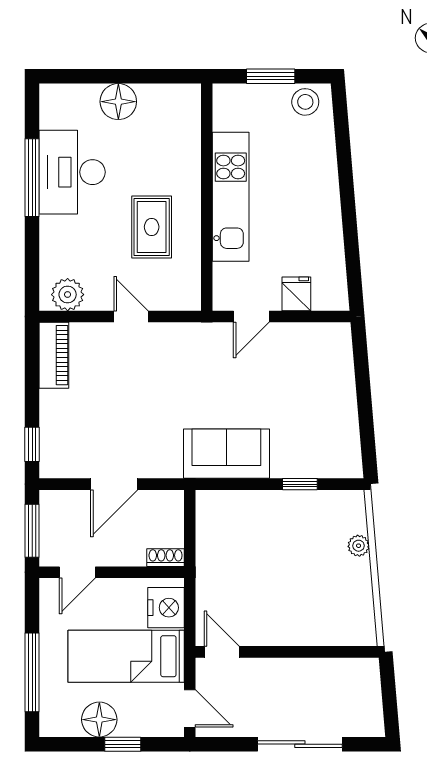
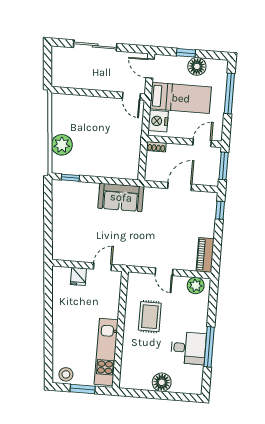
desk: (72, 172) -> (188, 348), width x0.73
kitchen unit: (231, 197) -> (106, 352), moved
window: (300, 484) -> (70, 178), moved
plant: (359, 546) -> (62, 145), width x1.87, depth x1.87

